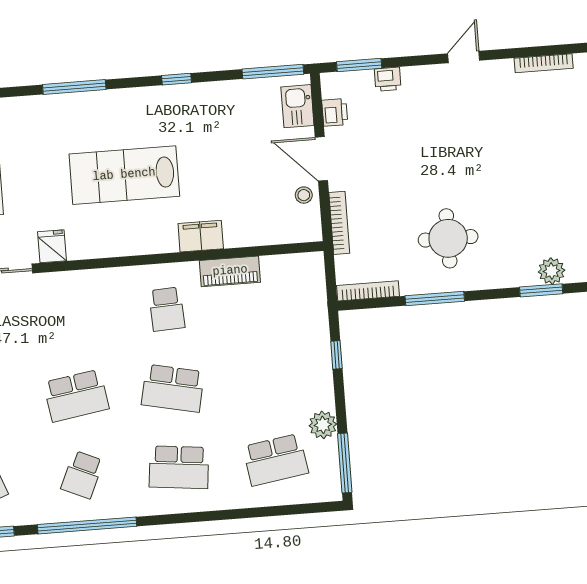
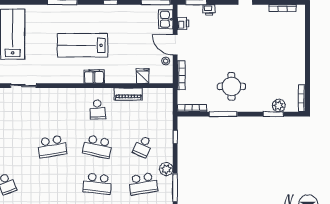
filing cabinet: (201, 236) -> (94, 77), moved
fridge: (52, 246) -> (143, 76), moved
school desk: (82, 475) -> (143, 147), moved

